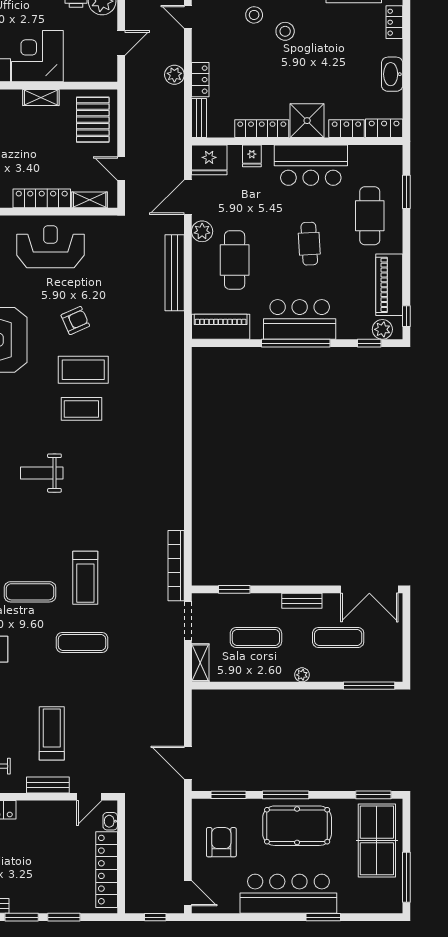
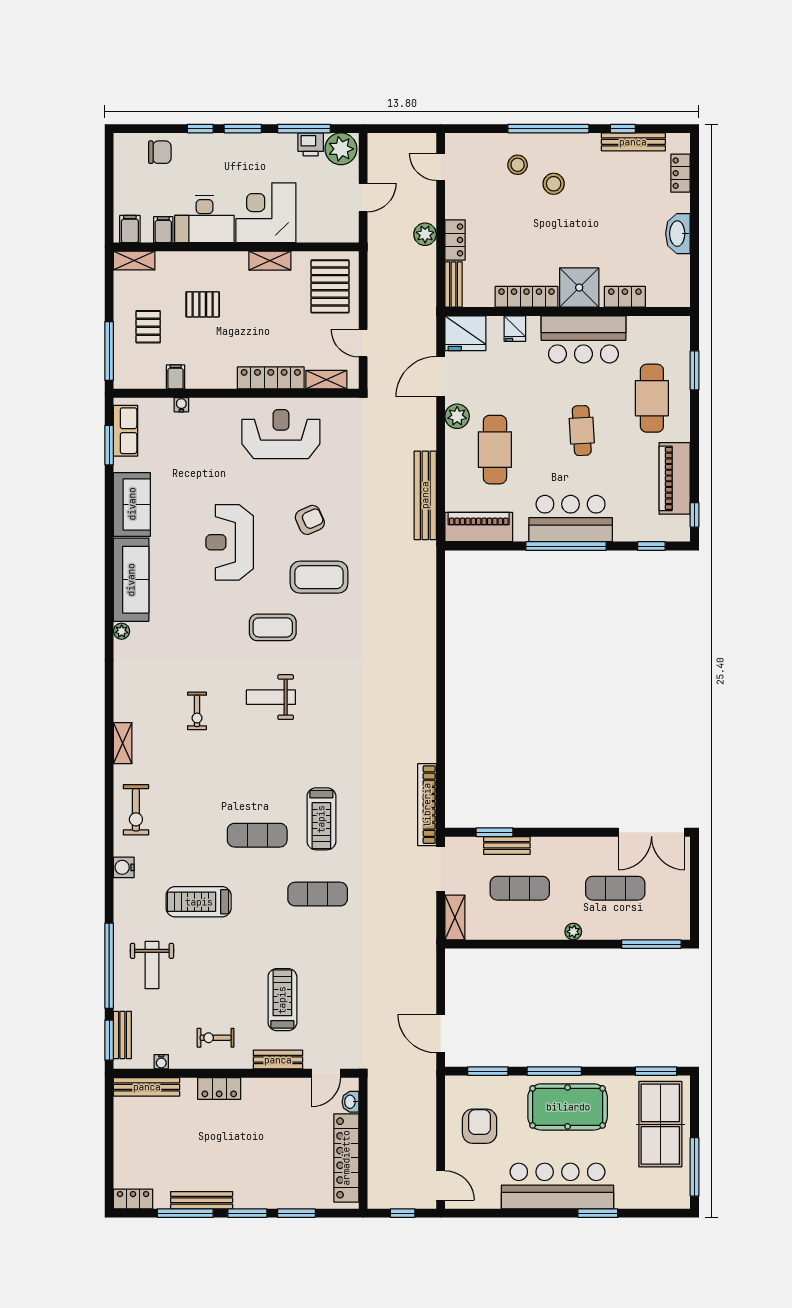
locker: (384, 128) -> (669, 296), removed
bench: (175, 273) -> (425, 495), moved
plant: (382, 329) -> (667, 530), removed
coffee table: (81, 409) -> (273, 627), moved
bench: (302, 601) -> (507, 845), moved

